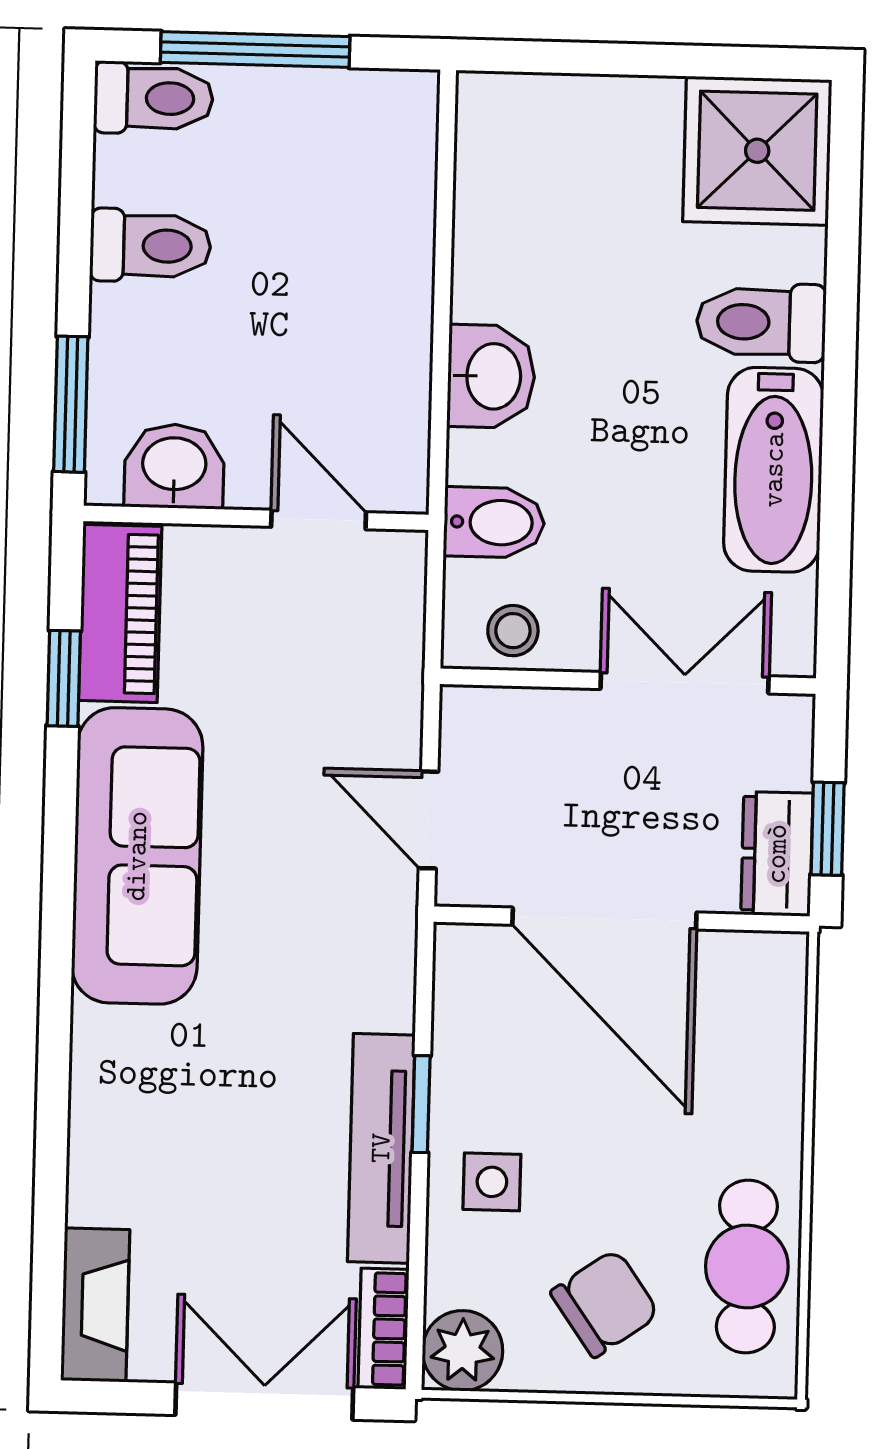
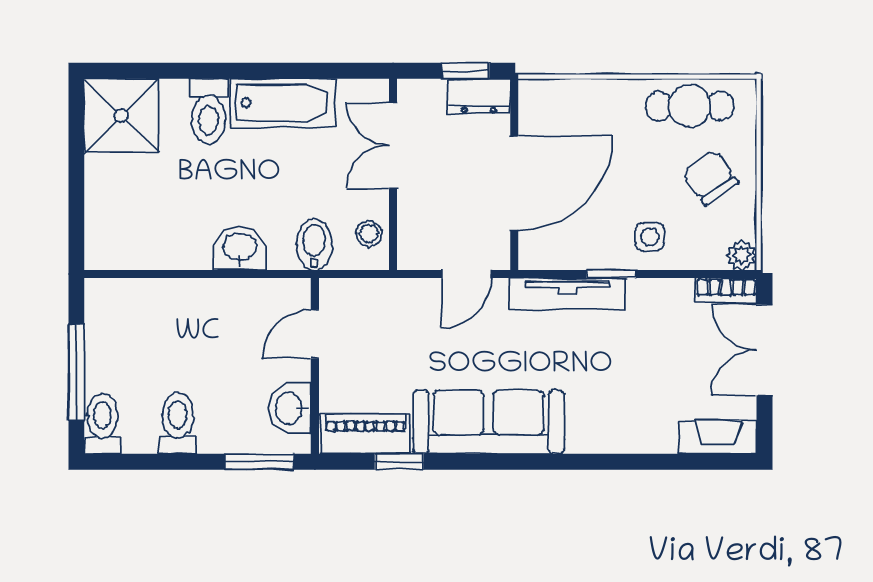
tv unit: (381, 1148) -> (567, 294), moved
plant: (463, 1351) -> (742, 255), width x0.73, depth x0.73

